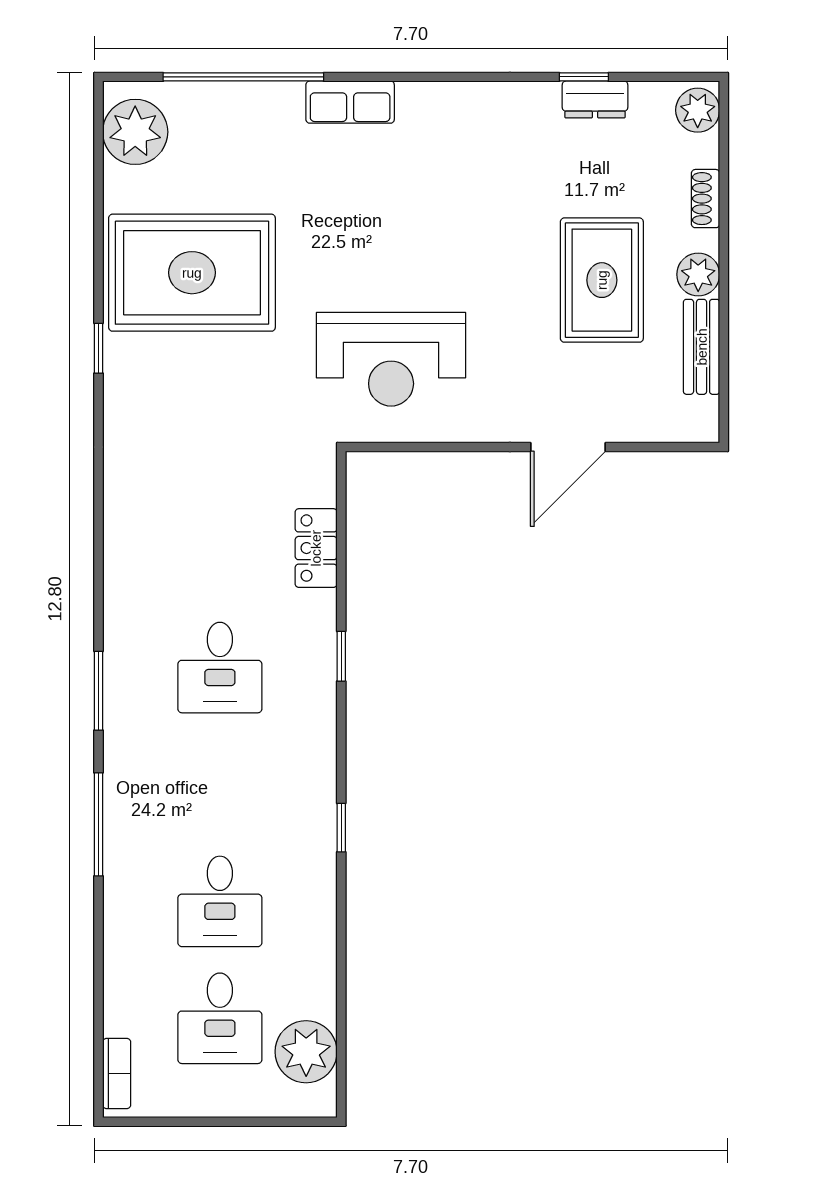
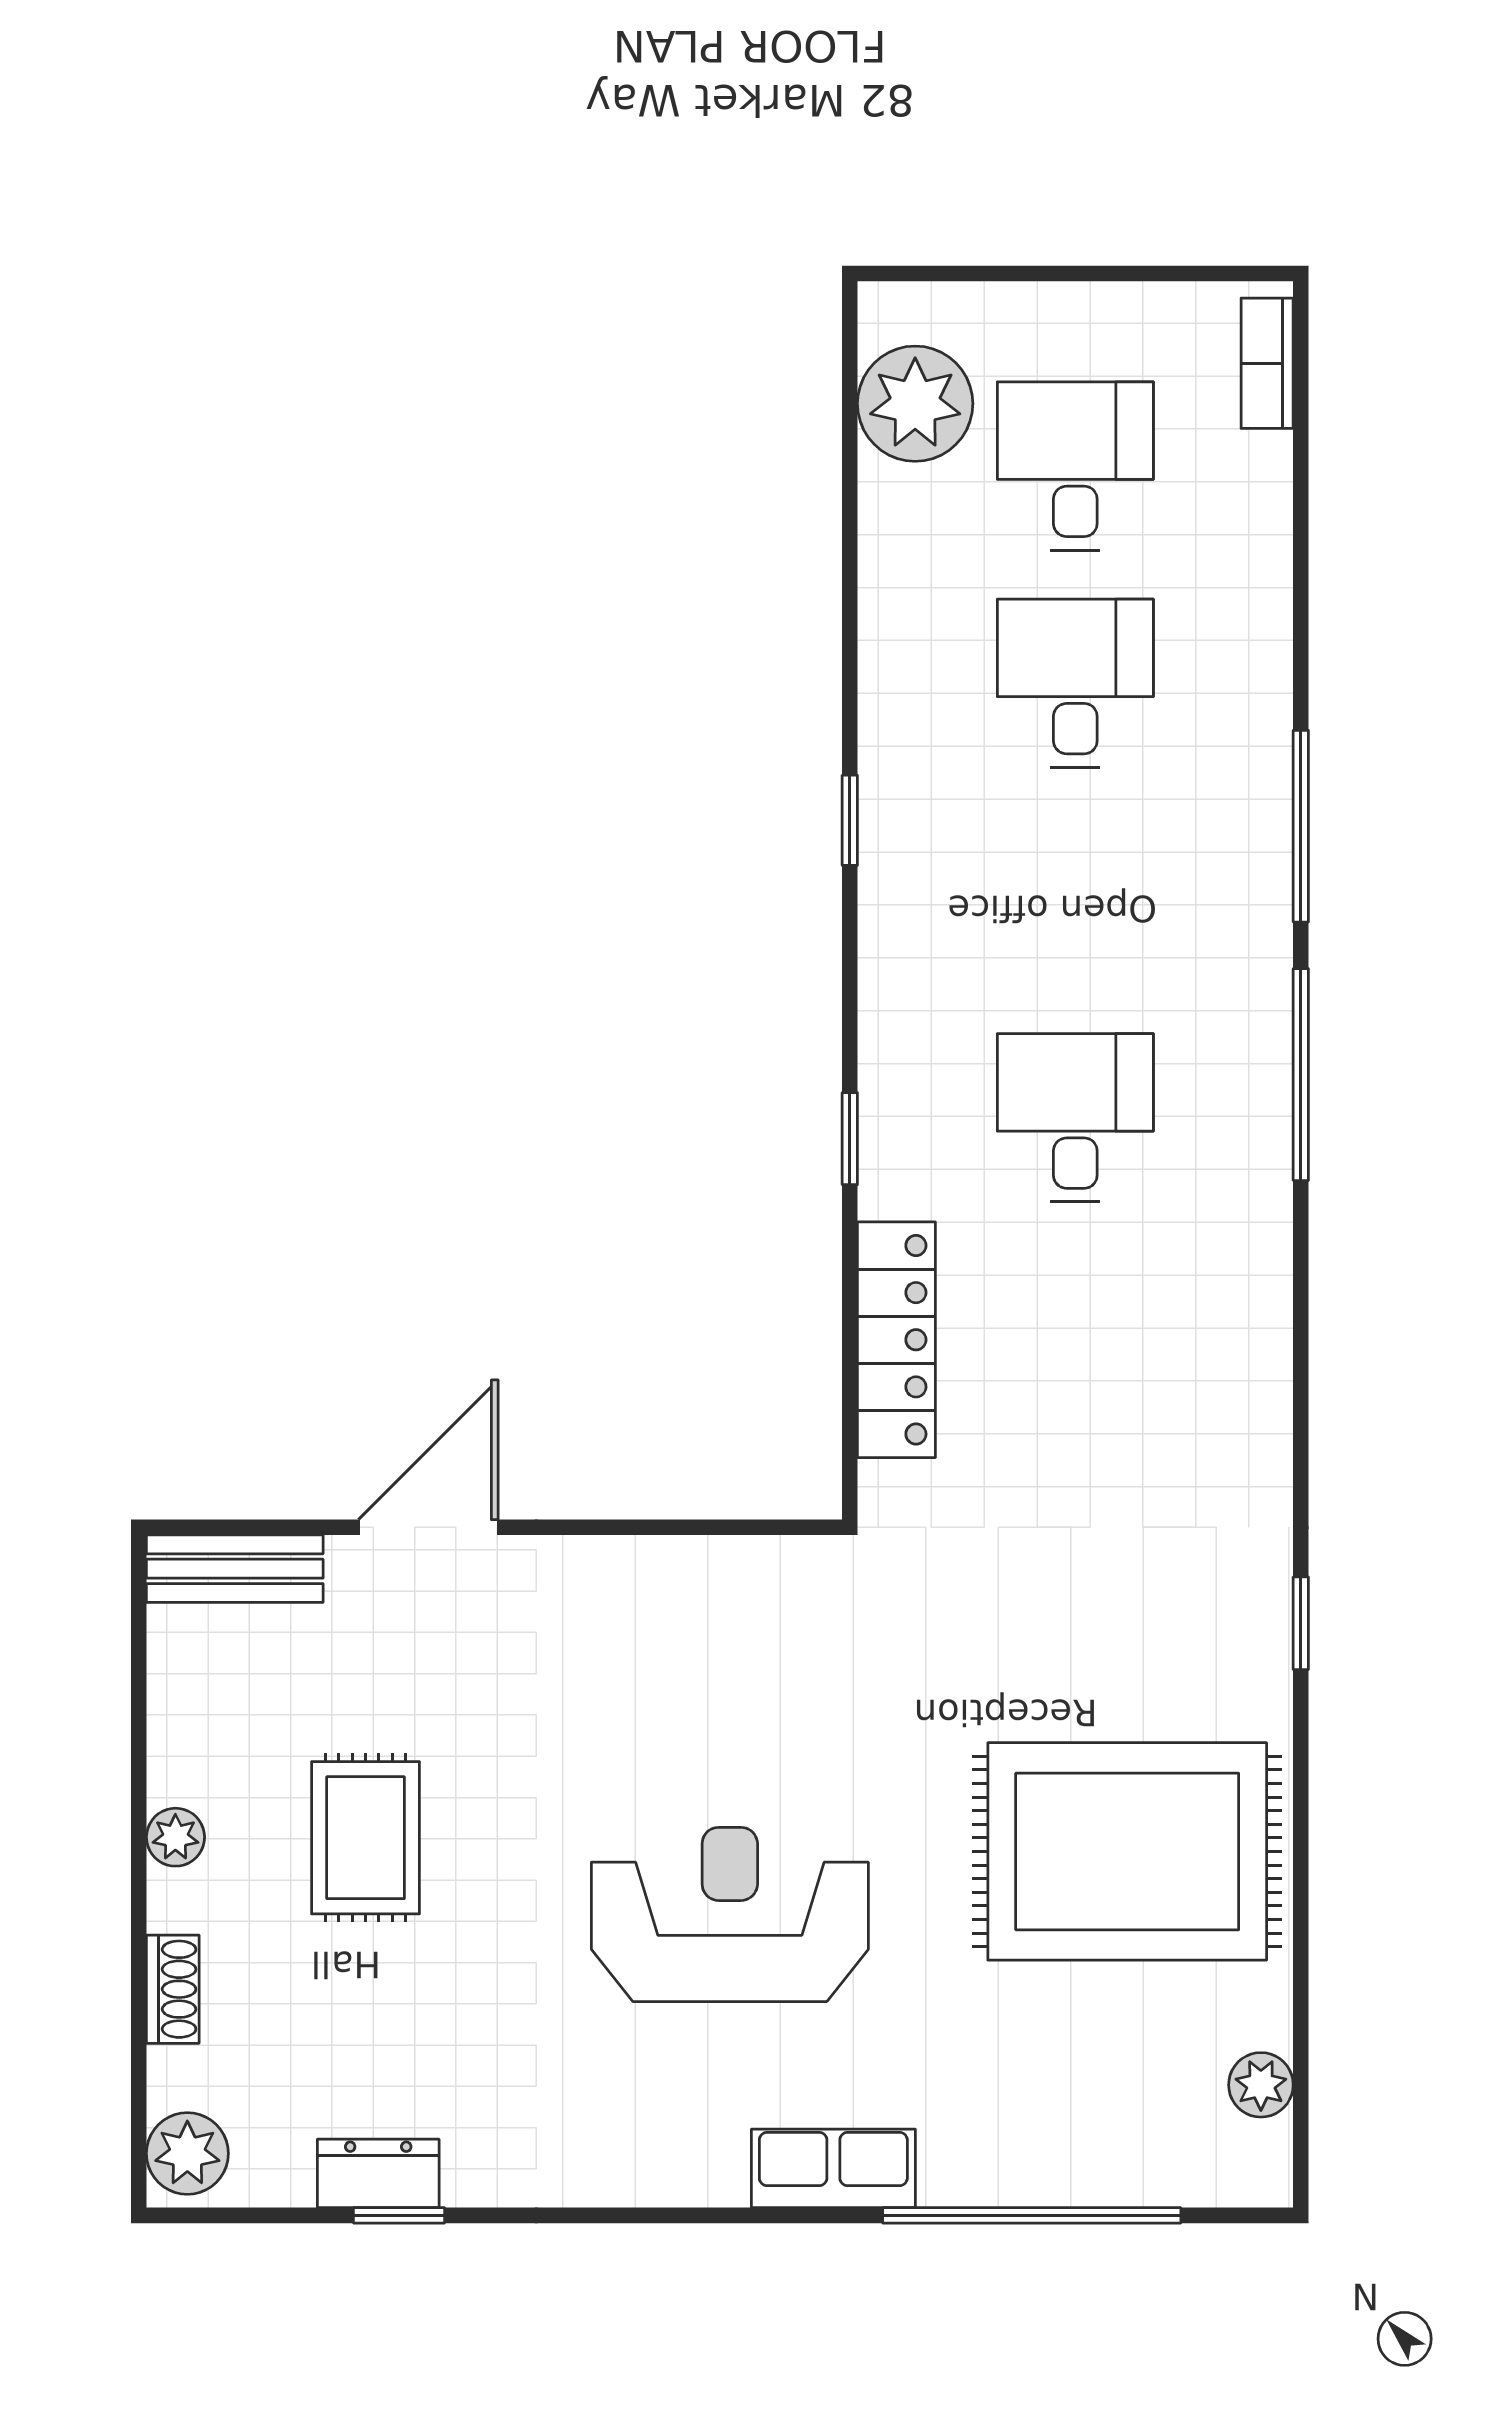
plant: (135, 132) -> (1261, 2085), width x0.53, depth x0.53
plant: (698, 274) -> (175, 1837), width x0.73, depth x0.73
rug: (602, 280) -> (366, 1838), width x0.73, depth x0.70
bench: (702, 347) -> (235, 1569), moved, turned 90
window: (99, 348) -> (1301, 1623), moved
reception desk: (391, 359) -> (730, 1914), moved
locker: (316, 548) -> (896, 1340), width x1.53
window: (99, 691) -> (1301, 1075), width x1.44

